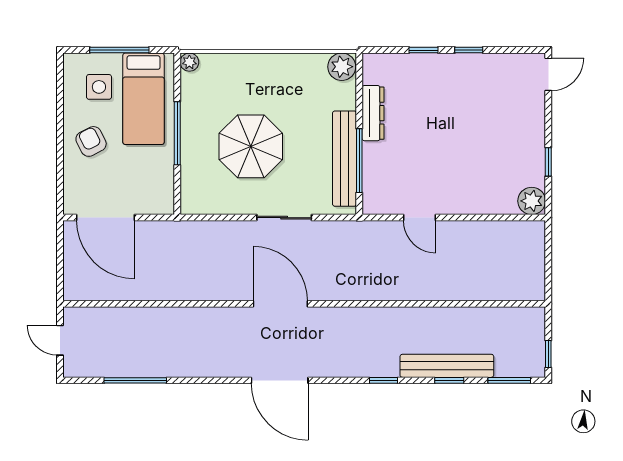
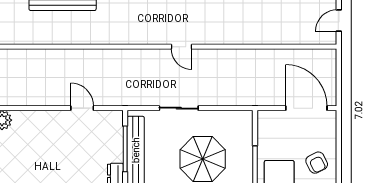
door: (280, 304) -> (181, 47), width x0.53
door: (60, 340) -> (339, 21), swing flipped

